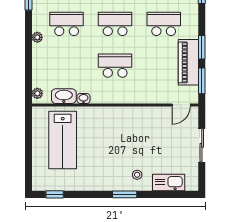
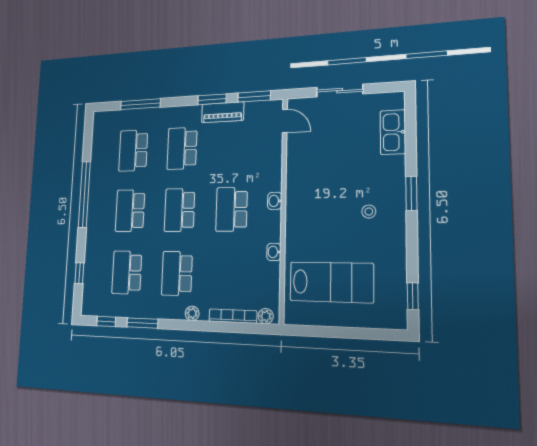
piano: (188, 62) -> (223, 112), width x0.73, depth x0.75
bookcase: (37, 69) -> (233, 316), added
washbasin: (64, 96) -> (275, 201), moved, width x0.52, depth x0.69
stool: (137, 175) -> (369, 212), moved

